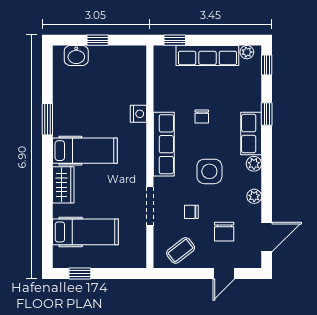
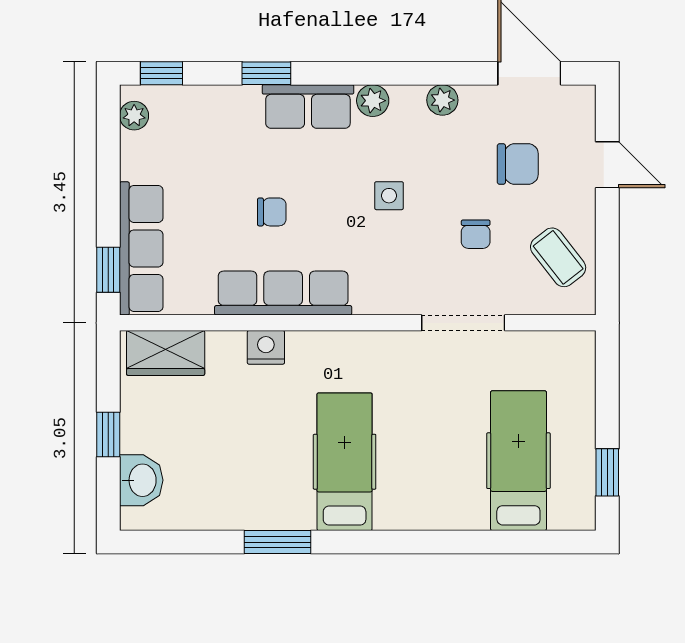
row of seats: (207, 55) -> (141, 248), moved
row of seats: (164, 144) -> (283, 293), moved
side table: (209, 171) -> (389, 196), width x0.54, depth x0.54
wardrobe: (63, 185) -> (166, 353), moved, turned 180

